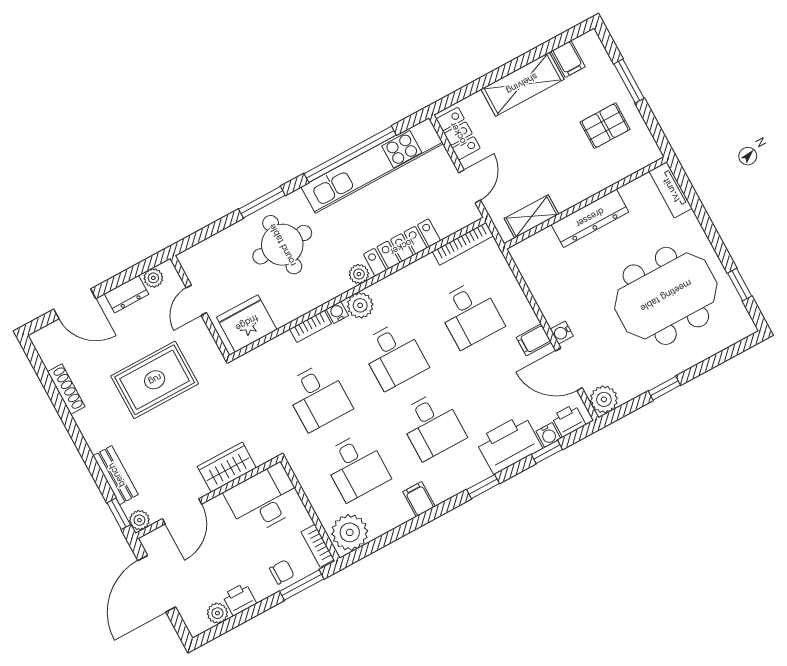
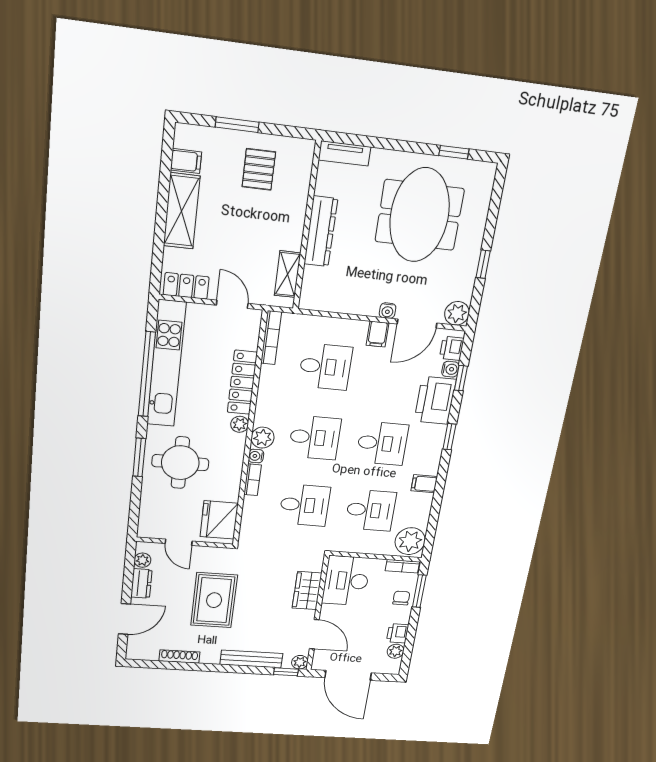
bench: (116, 475) -> (251, 659), width x1.36

